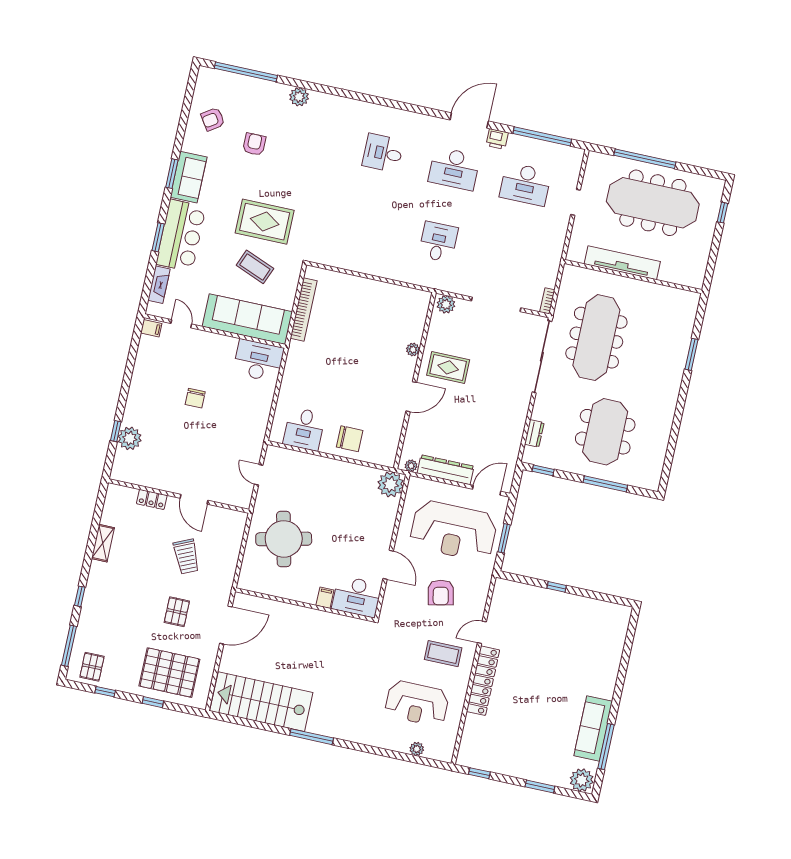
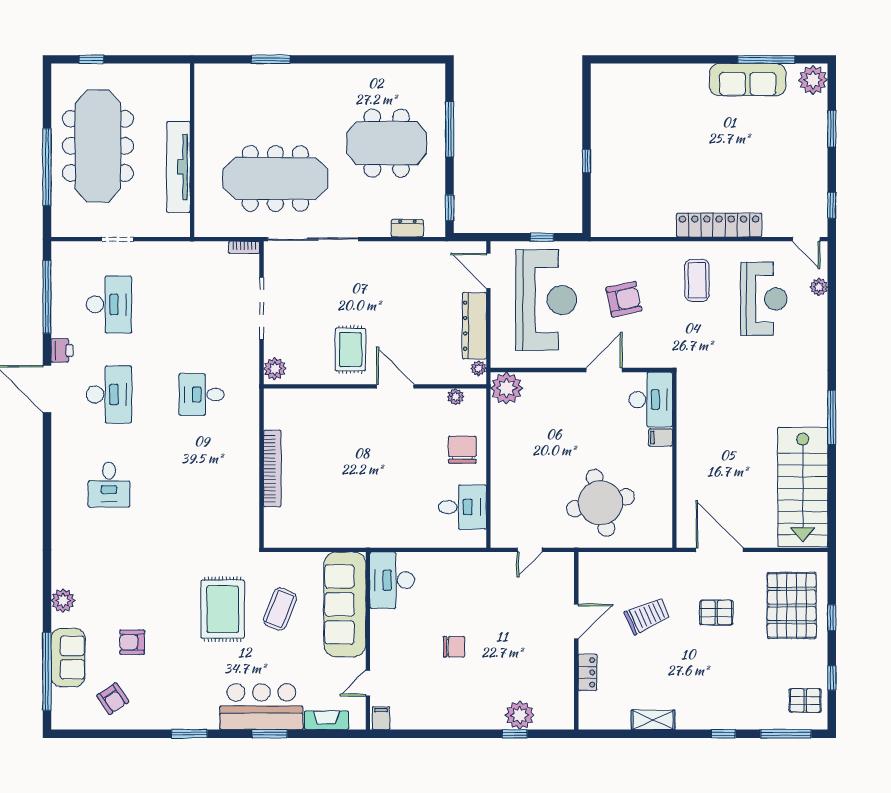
sofa: (189, 177) -> (68, 658), moved, turned 90
bookcase: (304, 310) -> (272, 469), moved, turned 90
plant: (413, 350) -> (455, 397), moved
window: (504, 538) -> (542, 237), width x0.67
door: (482, 632) -> (806, 239), moved

